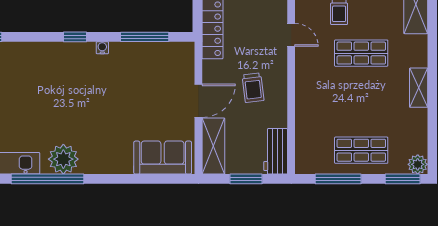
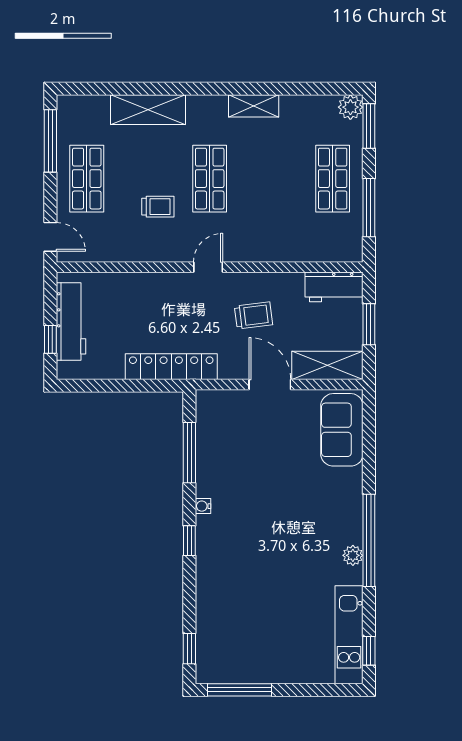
door: (291, 35) -> (208, 267), moved
plant: (63, 159) -> (353, 555), width x0.53, depth x0.53
window: (48, 179) -> (369, 540), moved

